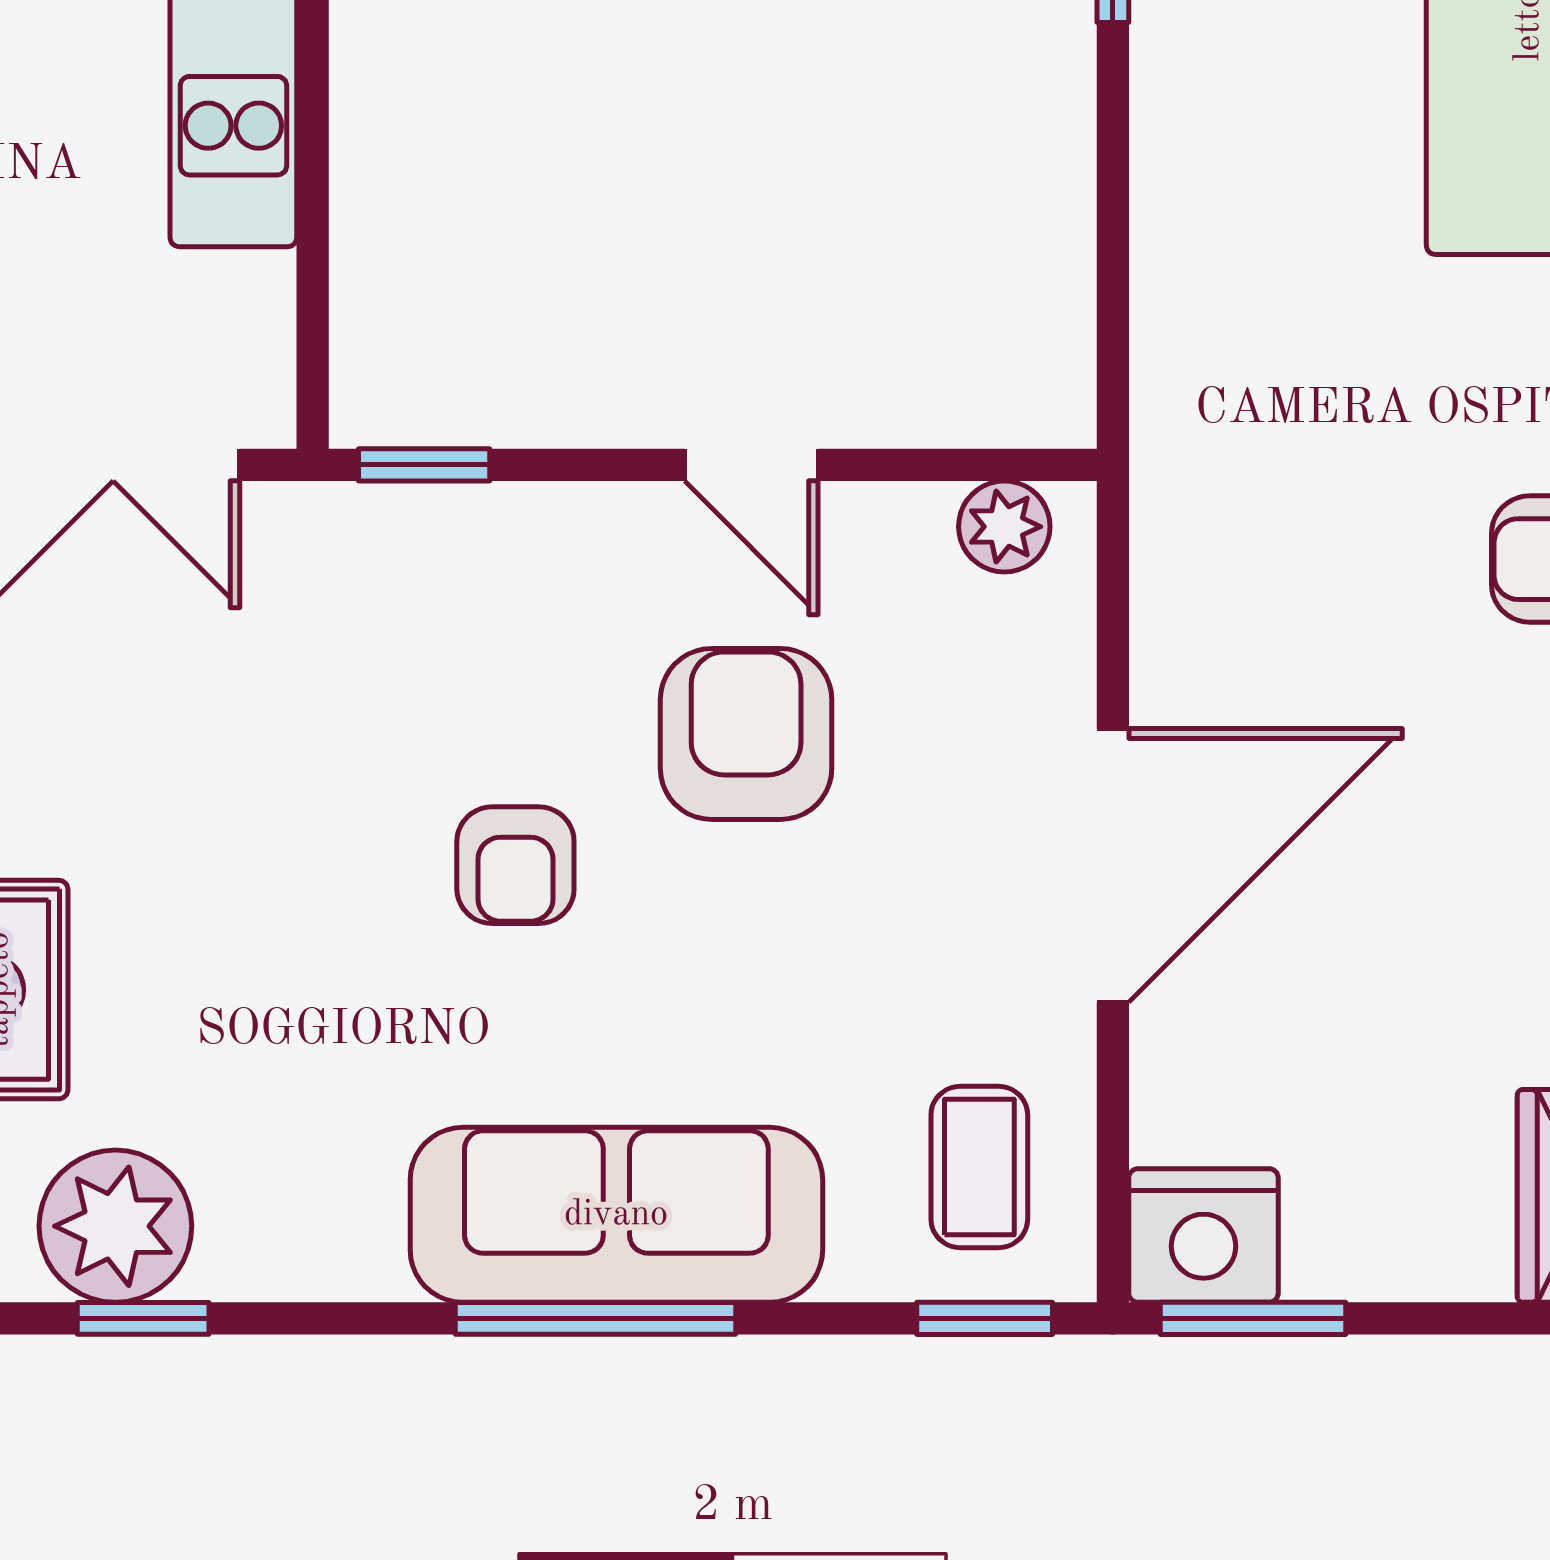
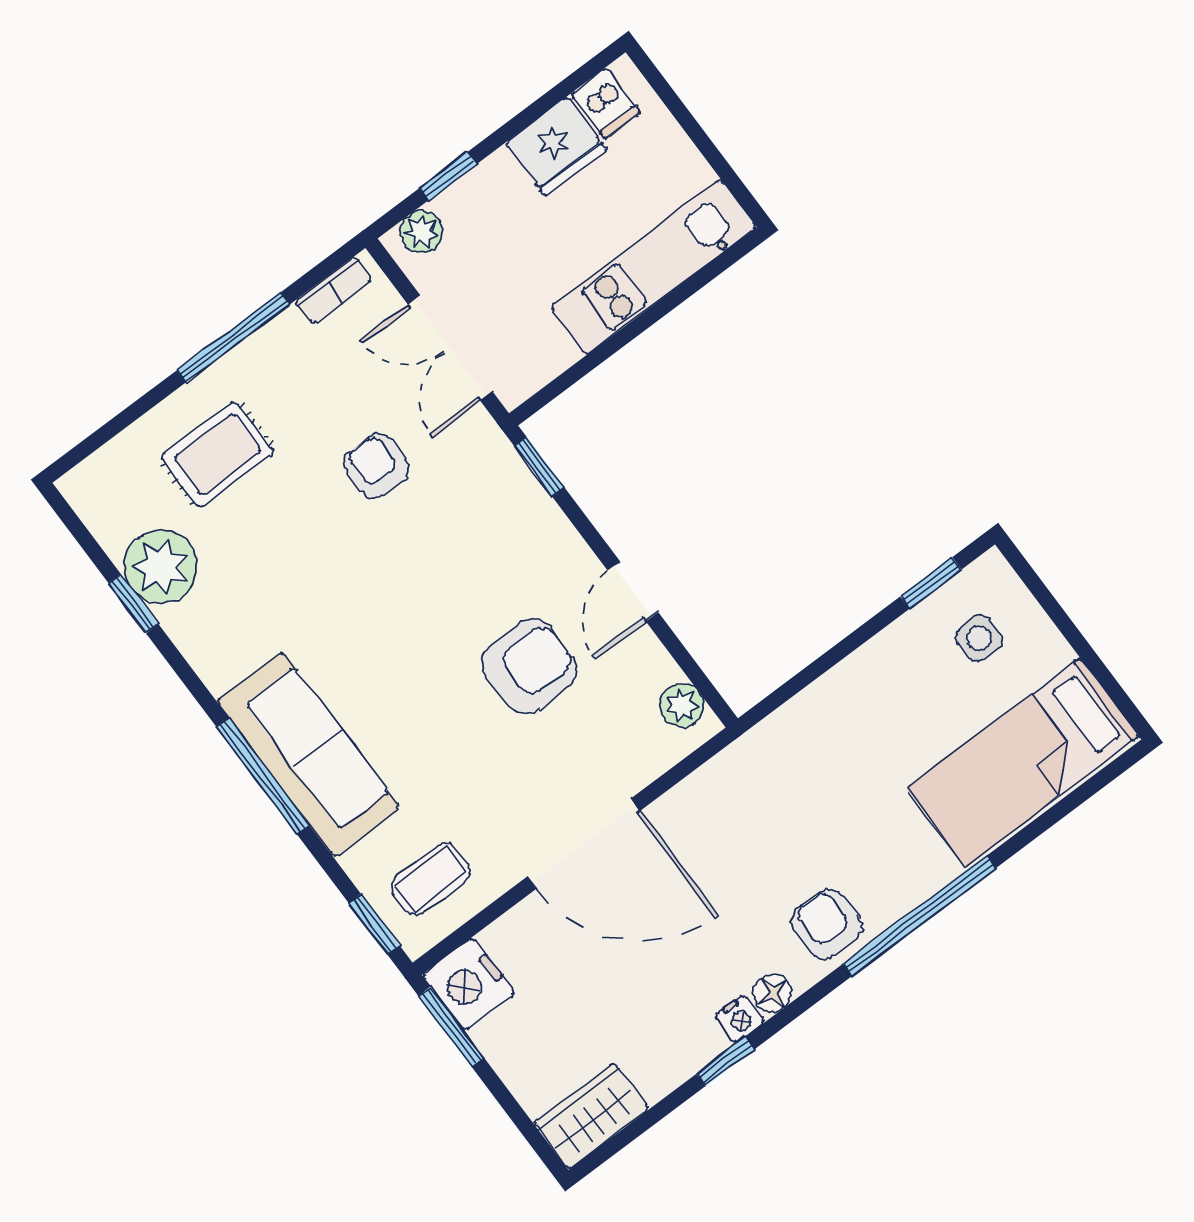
armchair: (515, 865) -> (376, 466), moved, turned 90

